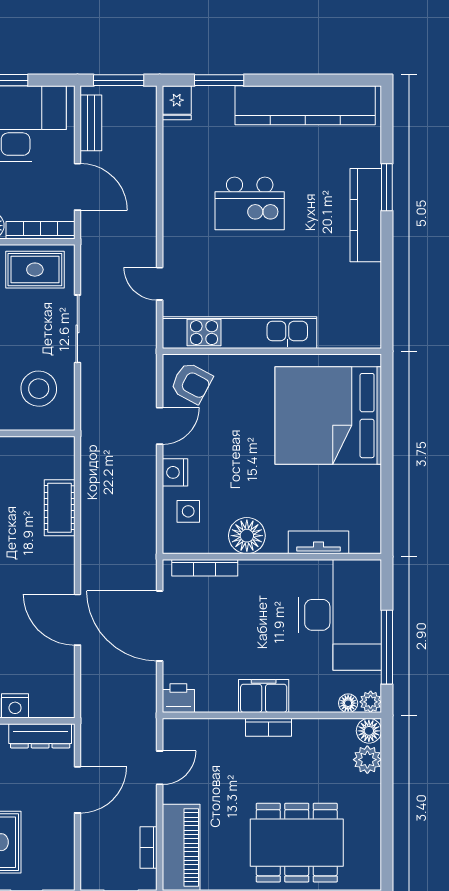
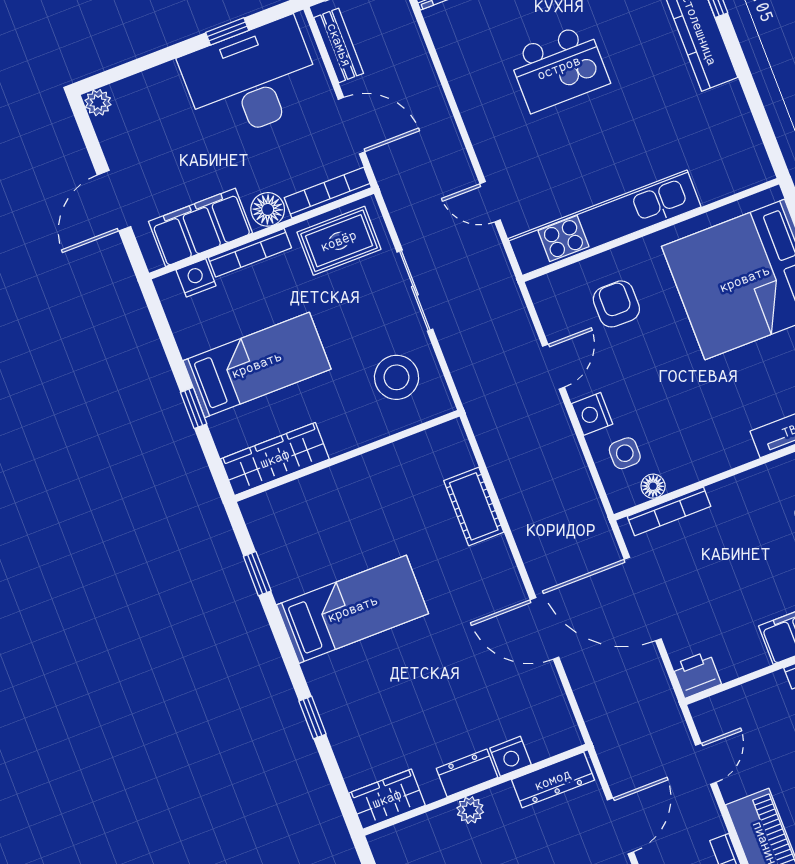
armchair: (191, 383) -> (616, 304), moved, turned -118
floor lamp: (247, 536) -> (653, 486), moved, width x0.53, depth x0.53

